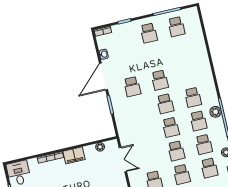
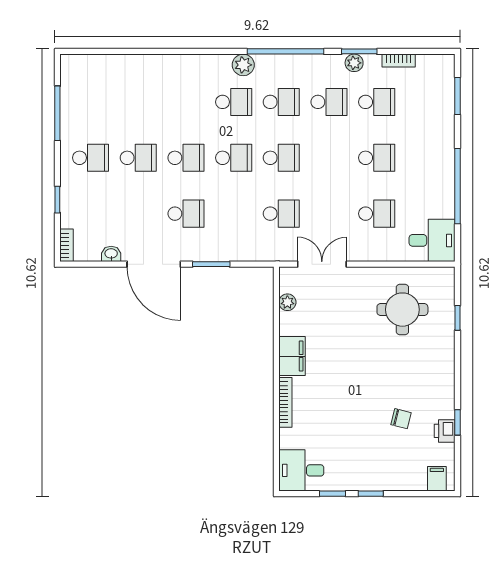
school desk: (176, 27) -> (138, 158), moved
plant: (216, 112) -> (243, 65), moved
school desk: (176, 151) -> (281, 214), moved

